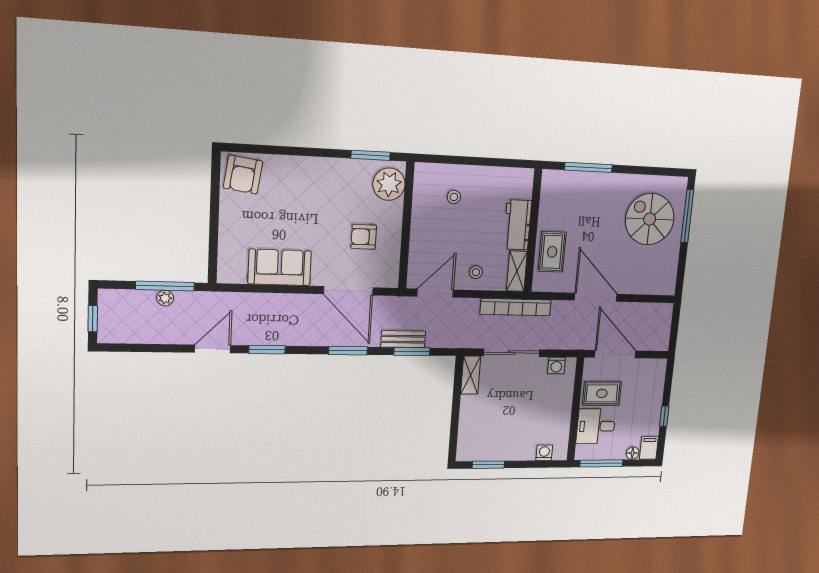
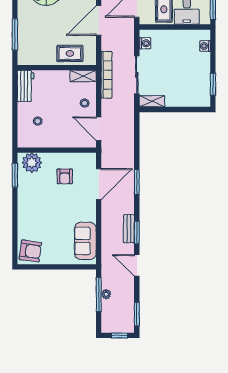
workbench: (517, 225) -> (26, 86), moved, turned -90
sofa: (280, 267) -> (85, 241), moved
bench: (403, 339) -> (129, 229), moved
window: (412, 351) -> (137, 314), moved

